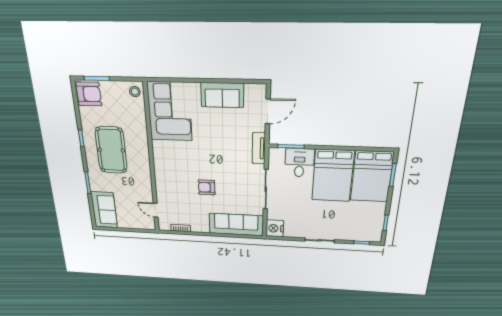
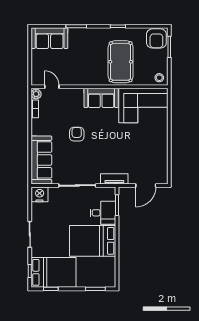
sofa: (222, 95) -> (101, 98), moved, turned -90
door: (268, 111) -> (146, 185), hinge flipped
pool table: (111, 150) -> (121, 62), moved, turned 90
bed: (372, 177) -> (54, 272), moved, turned 180
door: (156, 210) -> (52, 87), hinge flipped
plant: (165, 226) -> (36, 94), added

